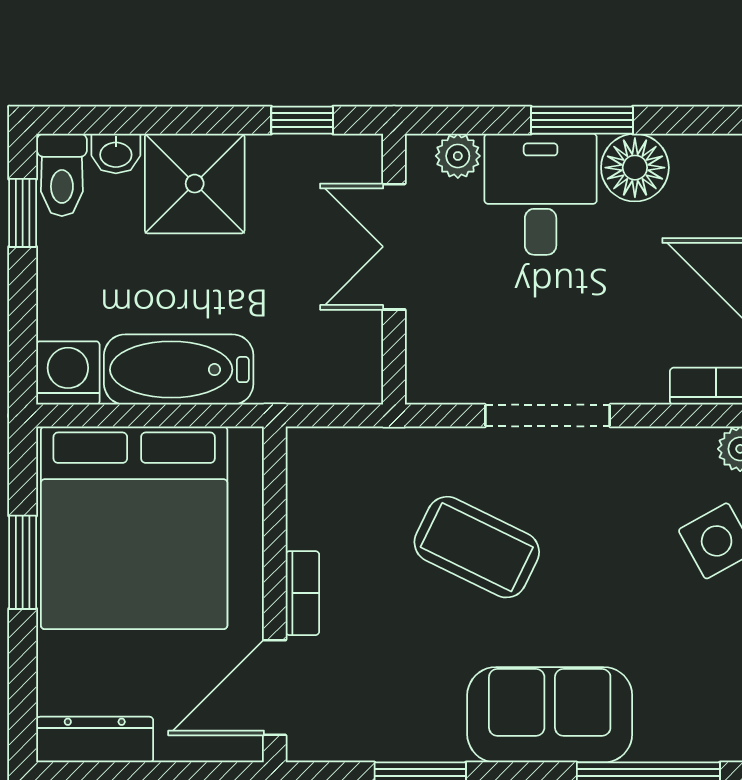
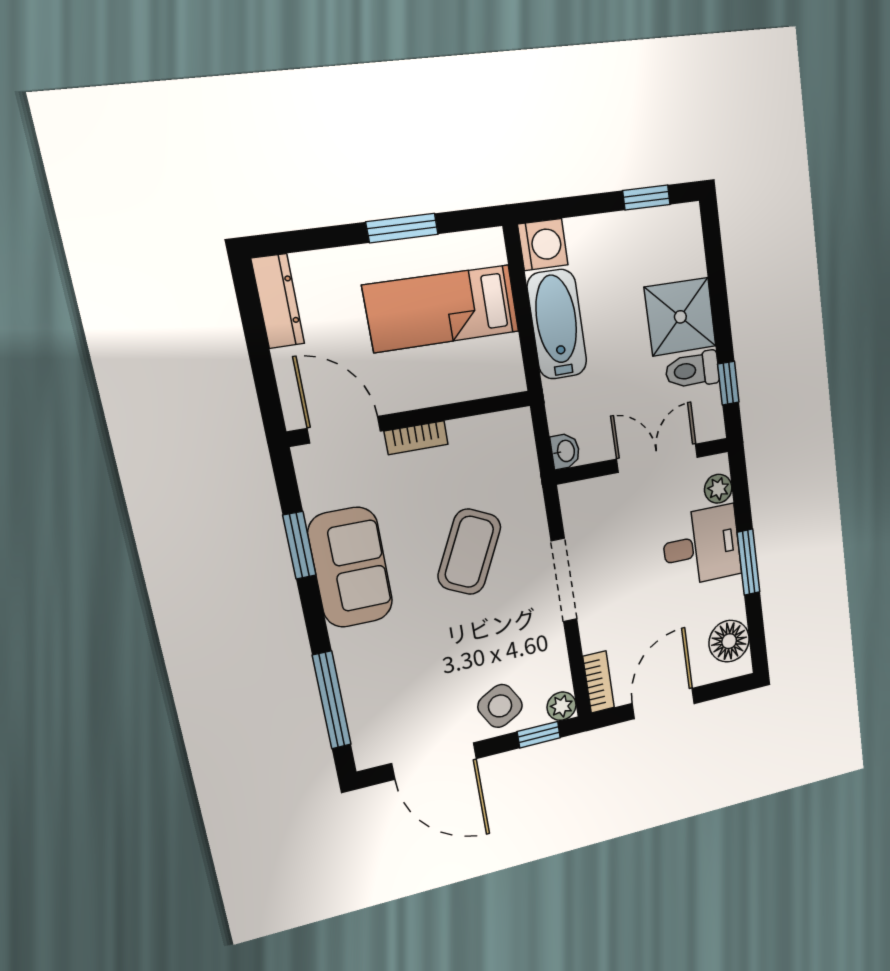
washbasin: (116, 154) -> (565, 451), moved, turned 180
floor lamp: (635, 168) -> (729, 641), moved
toilet: (62, 175) -> (692, 370), moved
bed: (134, 528) -> (442, 309), width x0.49
sofa: (550, 715) -> (350, 567), moved

